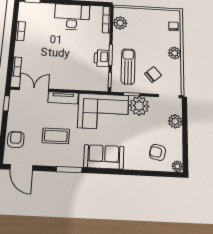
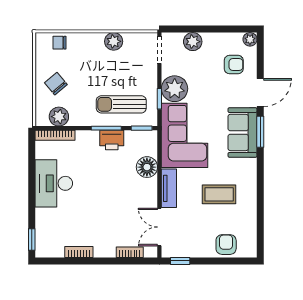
plant: (175, 53) -> (114, 41), moved
chair: (153, 75) -> (56, 84), moved
floor lamp: (80, 82) -> (147, 167), added
coffee table: (56, 136) -> (219, 194), turned 90
armchair: (16, 139) -> (226, 245), turned 90
armchair: (158, 152) -> (234, 65), turned -101
door: (21, 167) -> (260, 93), moved
window: (69, 170) -> (260, 132), moved

